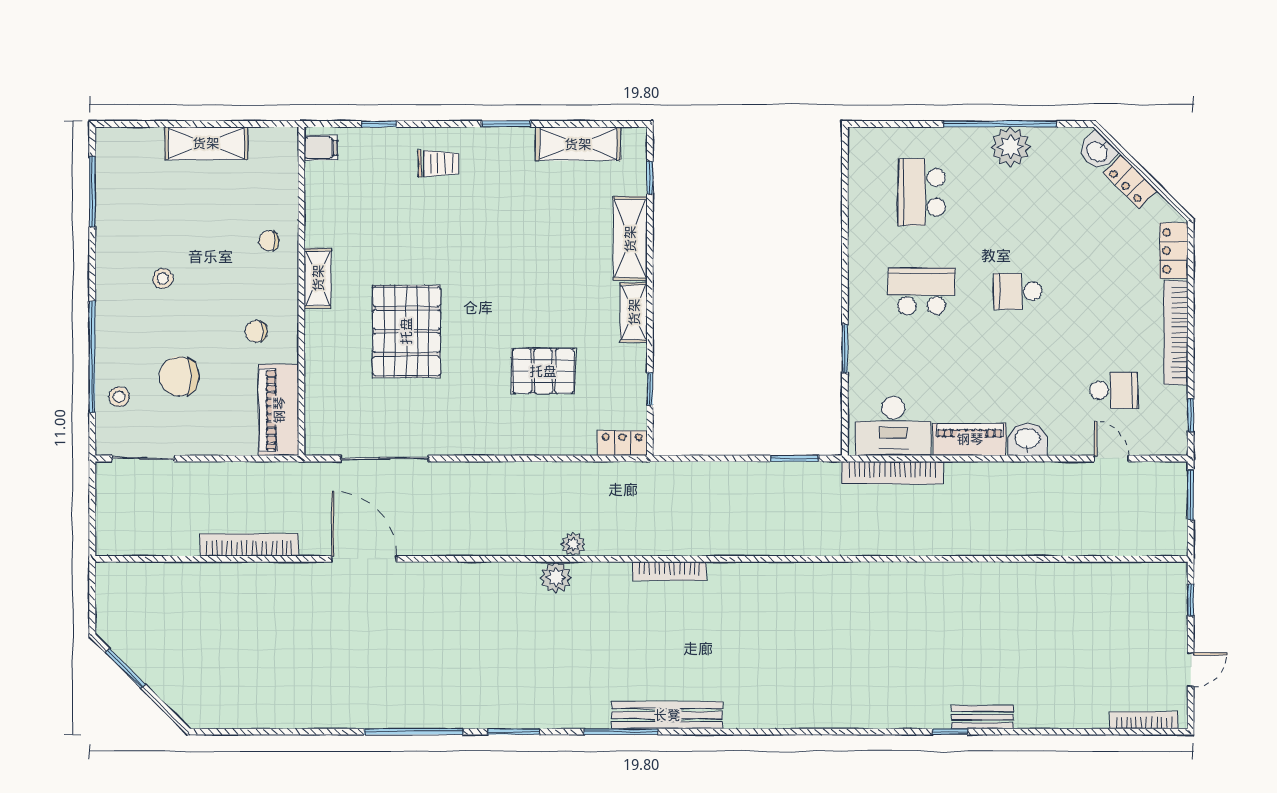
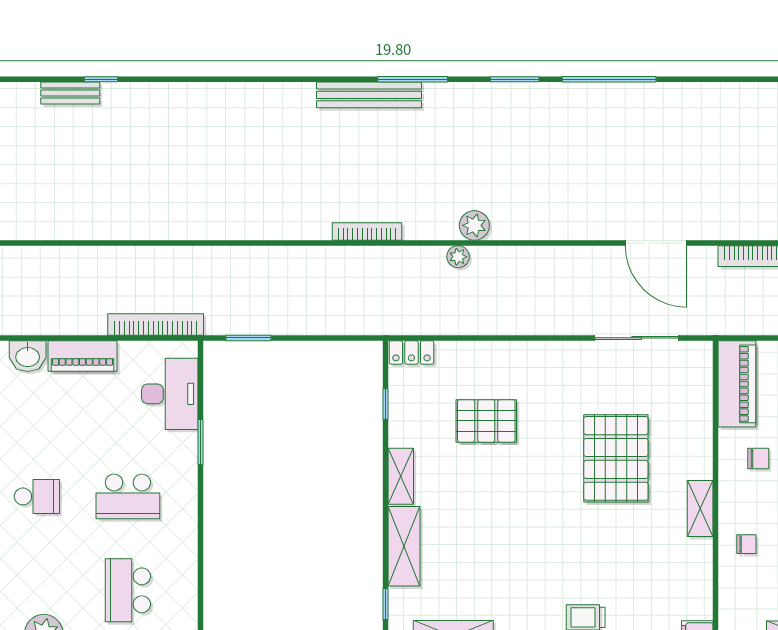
school desk: (922, 192) -> (128, 590), turned 180
desk: (893, 426) -> (170, 394), moved, turned 90

